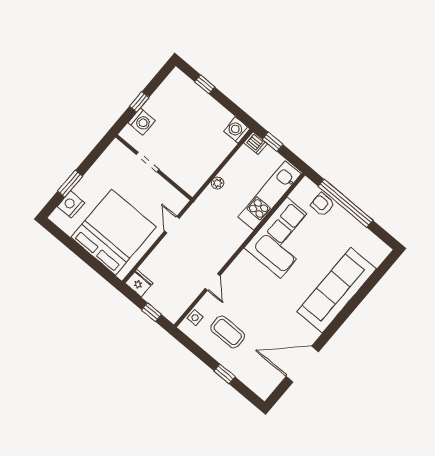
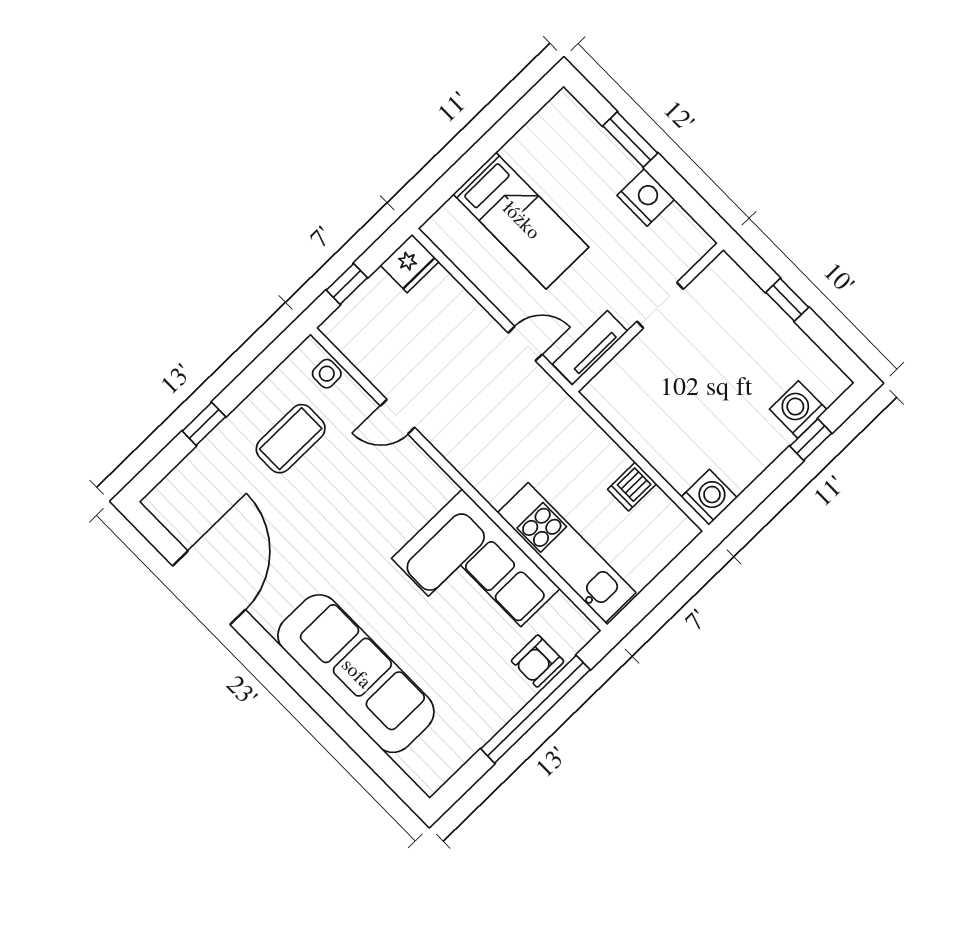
washing machine: (142, 122) -> (798, 409), moved, turned 90
window: (273, 142) -> (678, 570), removed
dishwasher: (256, 143) -> (632, 487), moved
plant: (217, 183) -> (603, 447), removed
tv unit: (171, 193) -> (590, 348), added
nightstand: (71, 204) -> (646, 197), moved
armchair: (322, 204) -> (538, 661), turned 180
bed: (114, 232) -> (521, 221), width x0.49

